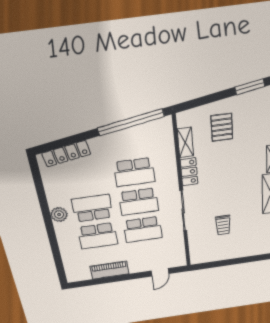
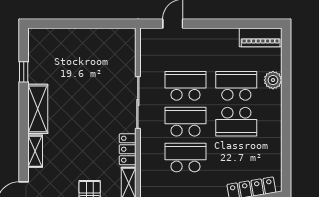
plant: (59, 215) -> (273, 80), moved
trolley: (223, 225) -> (94, 77), removed
piano: (110, 270) -> (261, 37), moved

